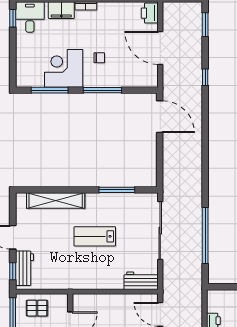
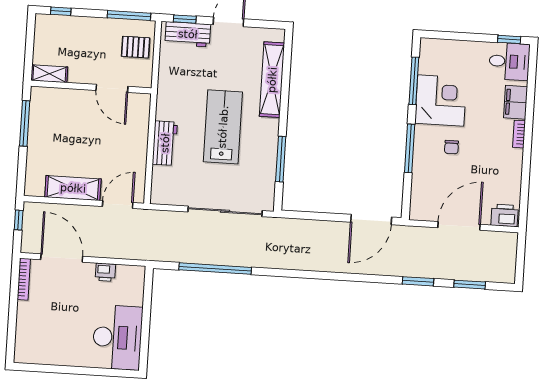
window: (205, 25) -> (470, 285), moved
window: (205, 77) -> (418, 281), width x1.50
lab bench: (95, 236) -> (223, 127), width x1.36, depth x1.39
workbench: (141, 281) -> (165, 143), moved
pallet: (37, 308) -> (136, 47), turned 90

